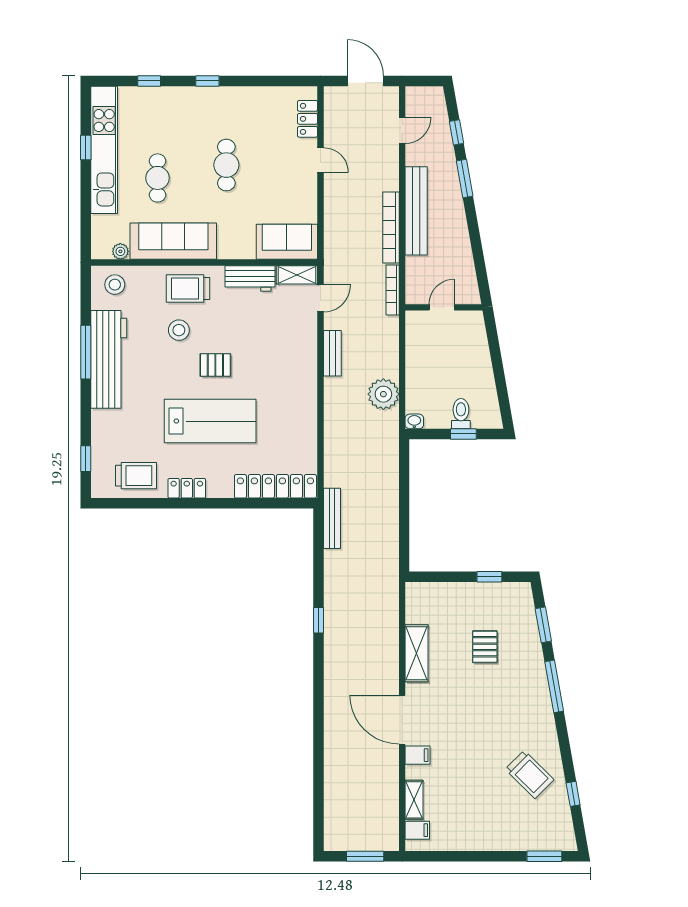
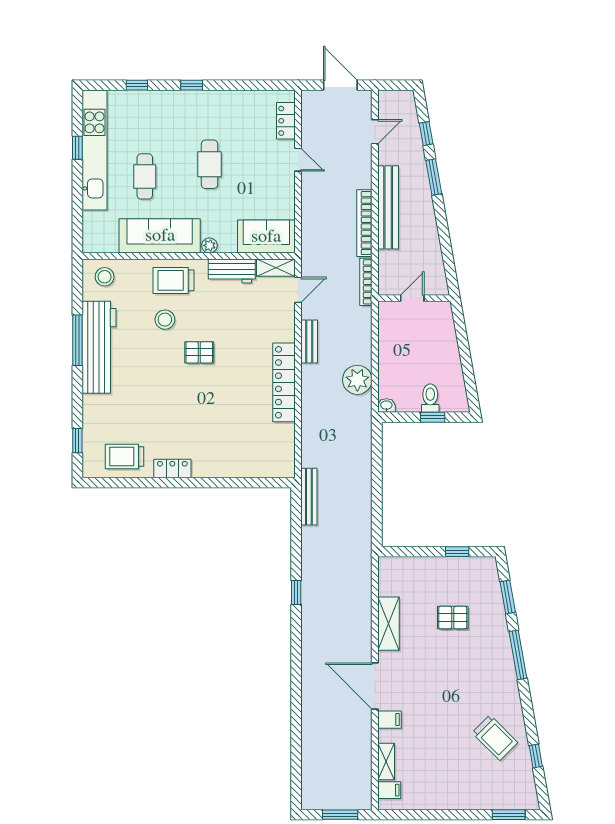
plant: (120, 251) -> (209, 245), moved
lab bench: (210, 421) -> (194, 405), removed
trolley: (136, 476) -> (125, 456), turned 180
locker: (275, 486) -> (284, 382), moved, turned -90
pallet: (485, 647) -> (453, 618), turned 90

